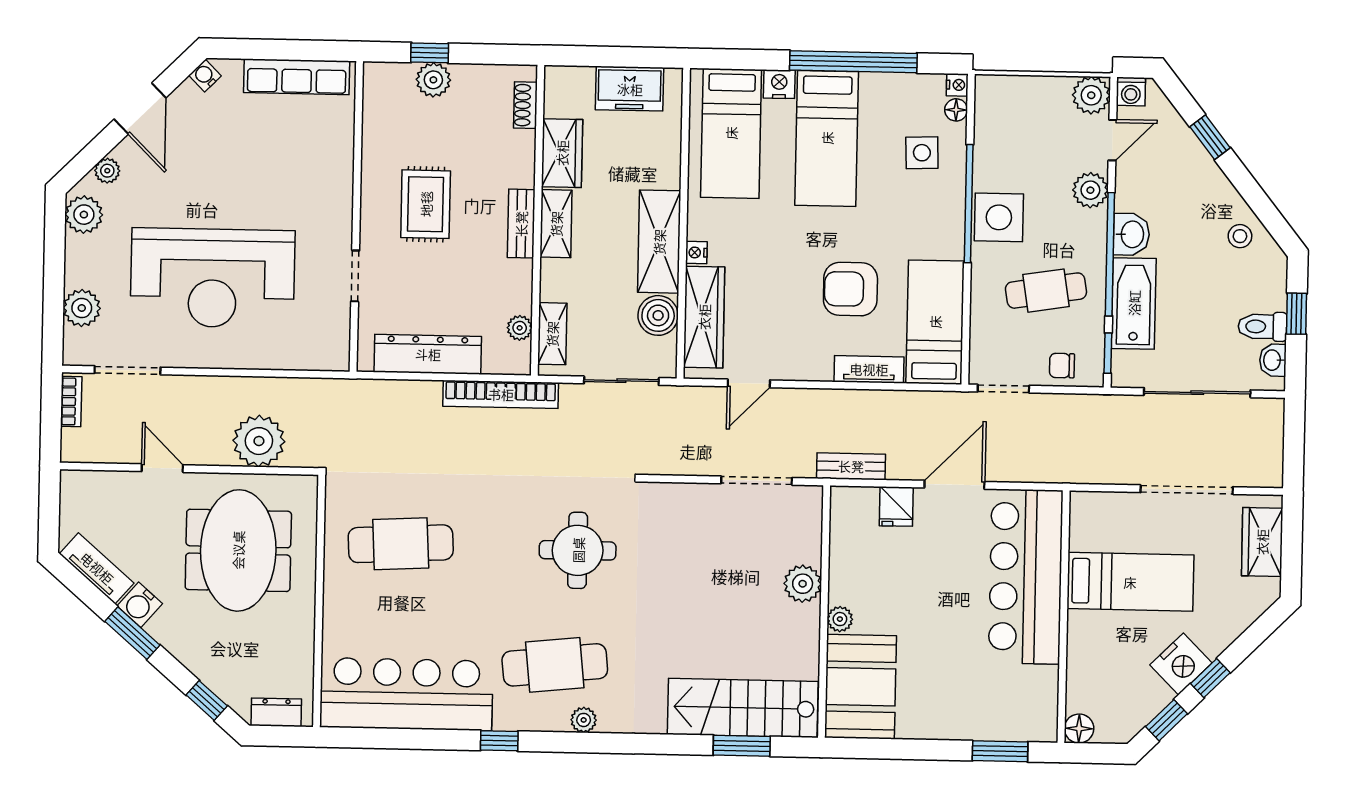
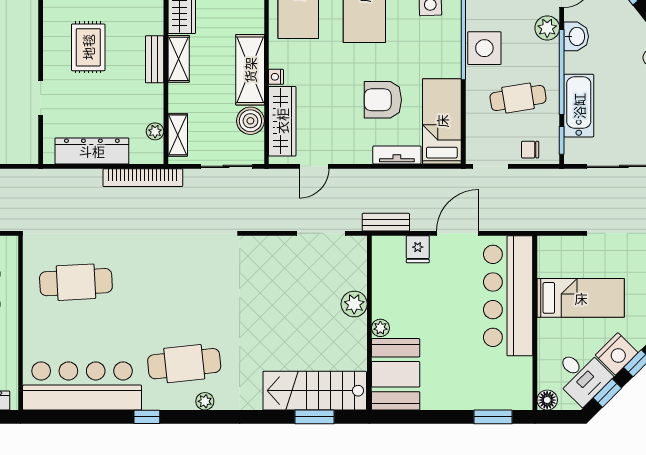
washbasin: (1131, 234) -> (576, 36), moved
round table: (578, 550) -> (198, 284), removed
desk: (1129, 694) -> (581, 376), added

